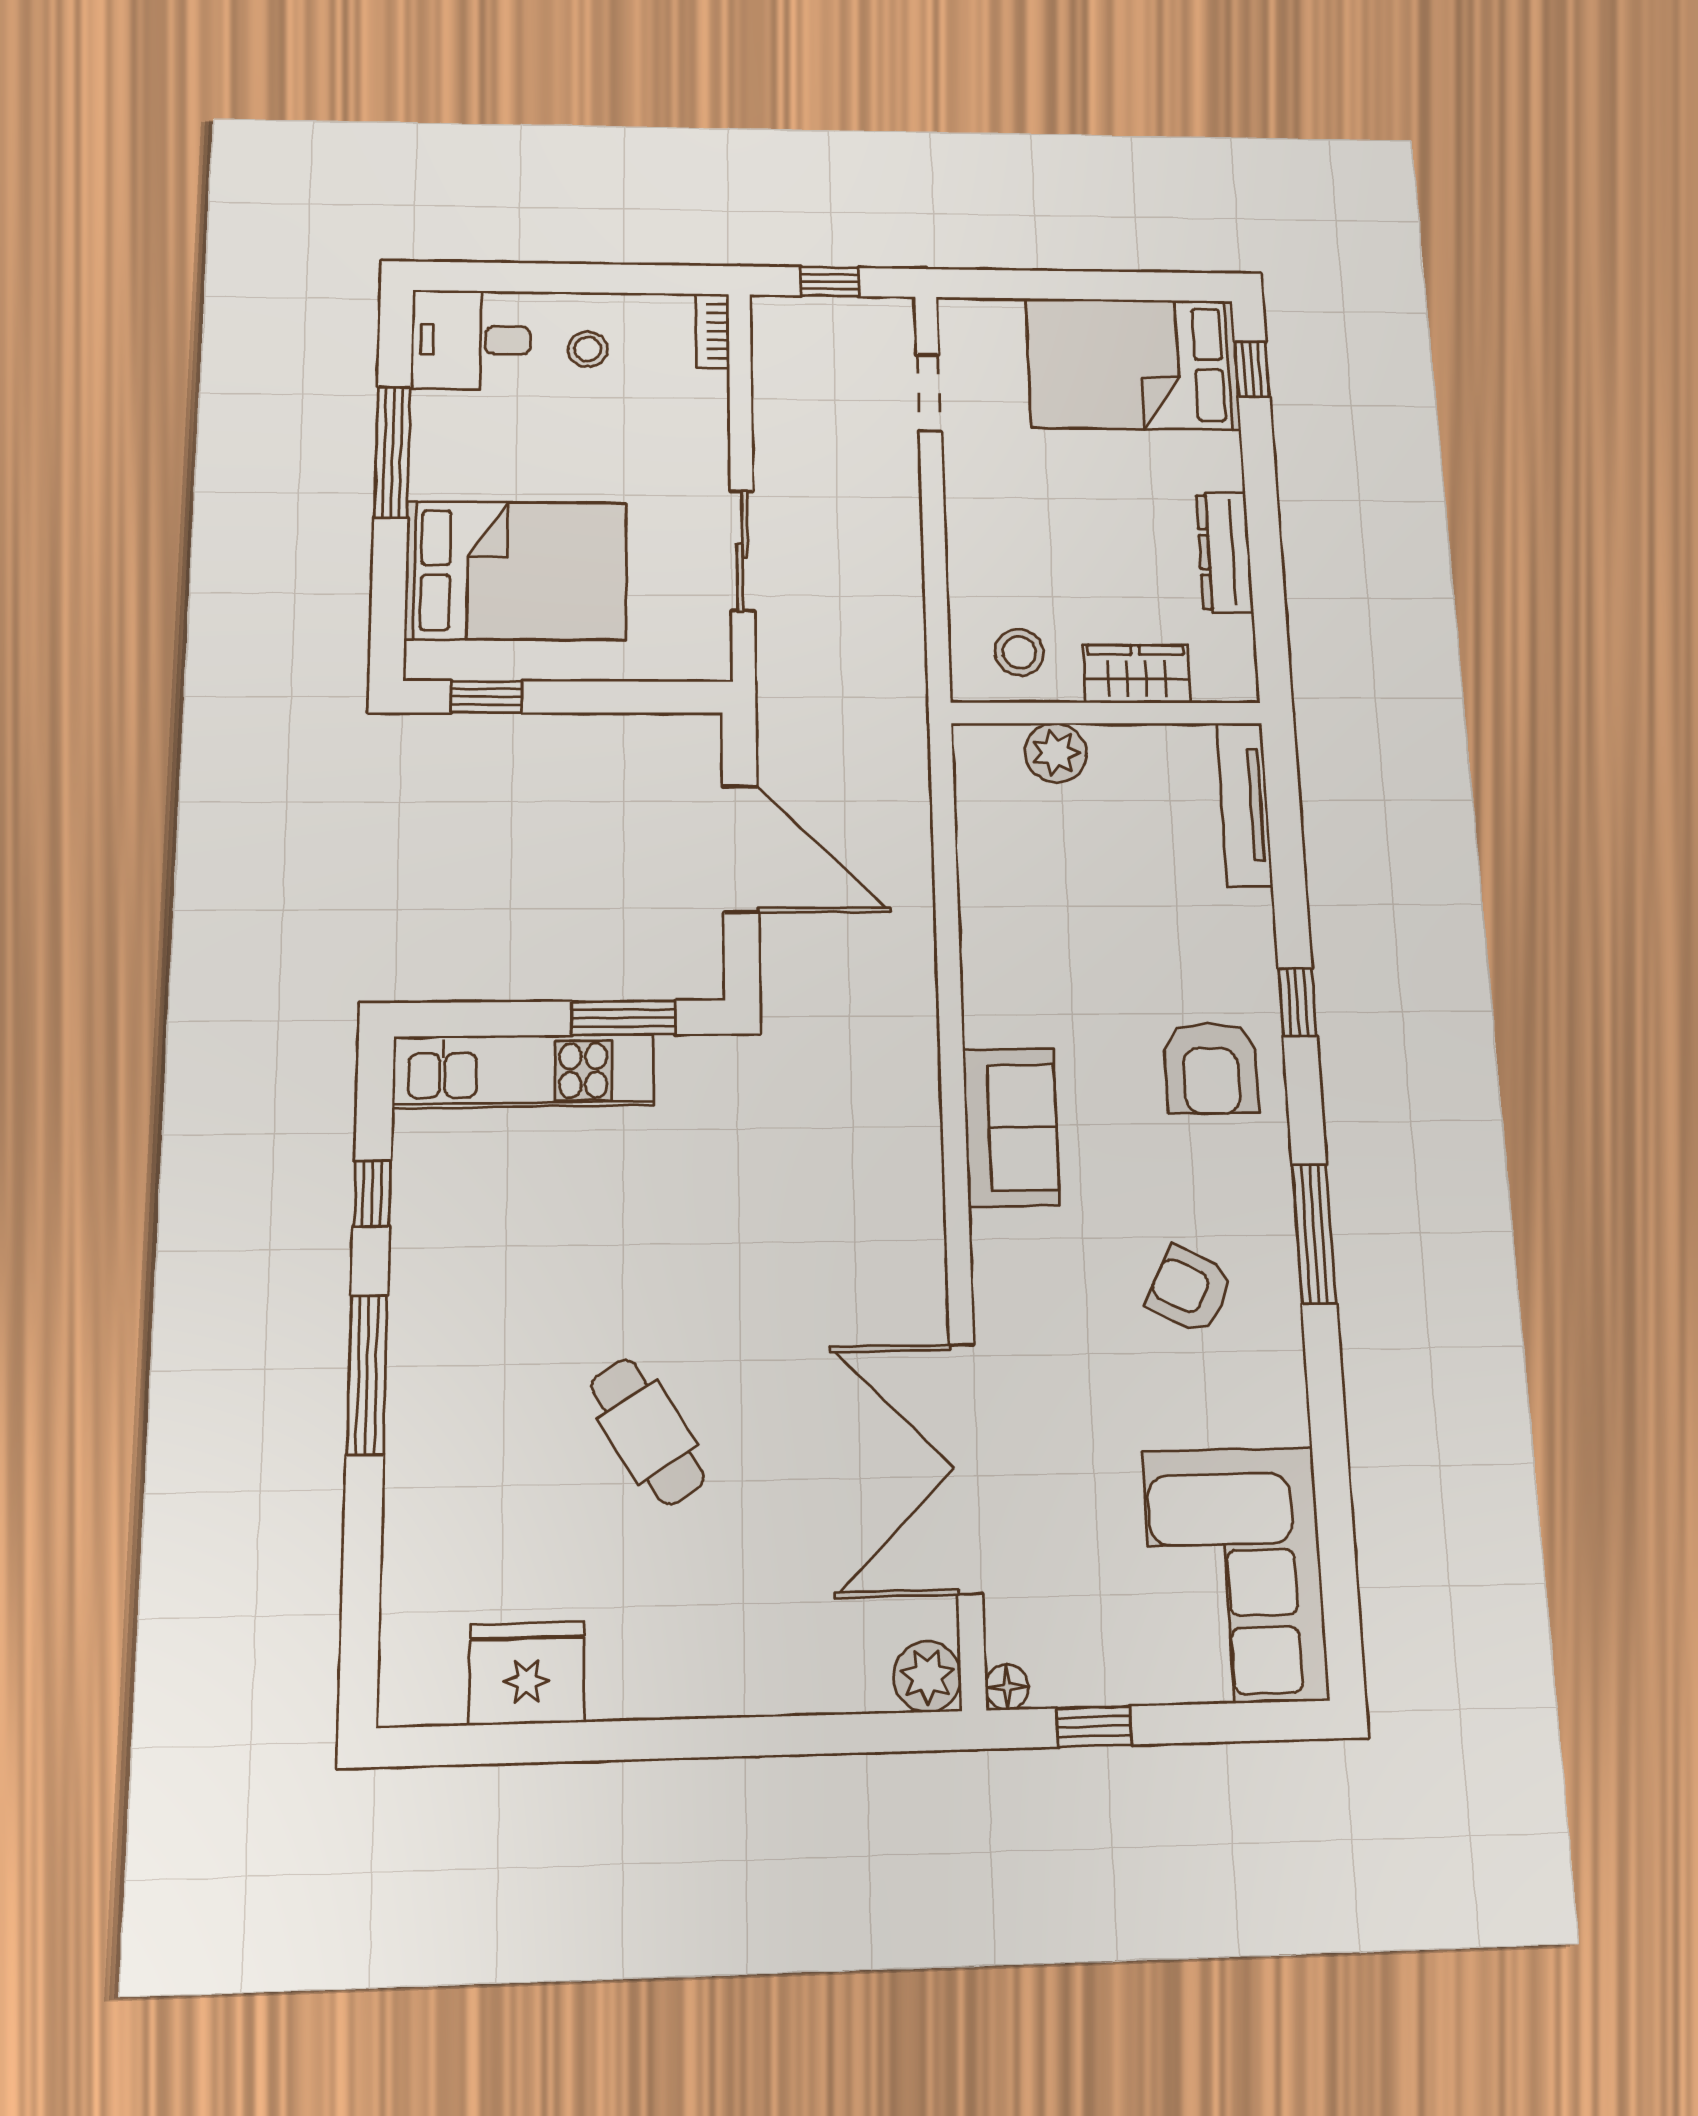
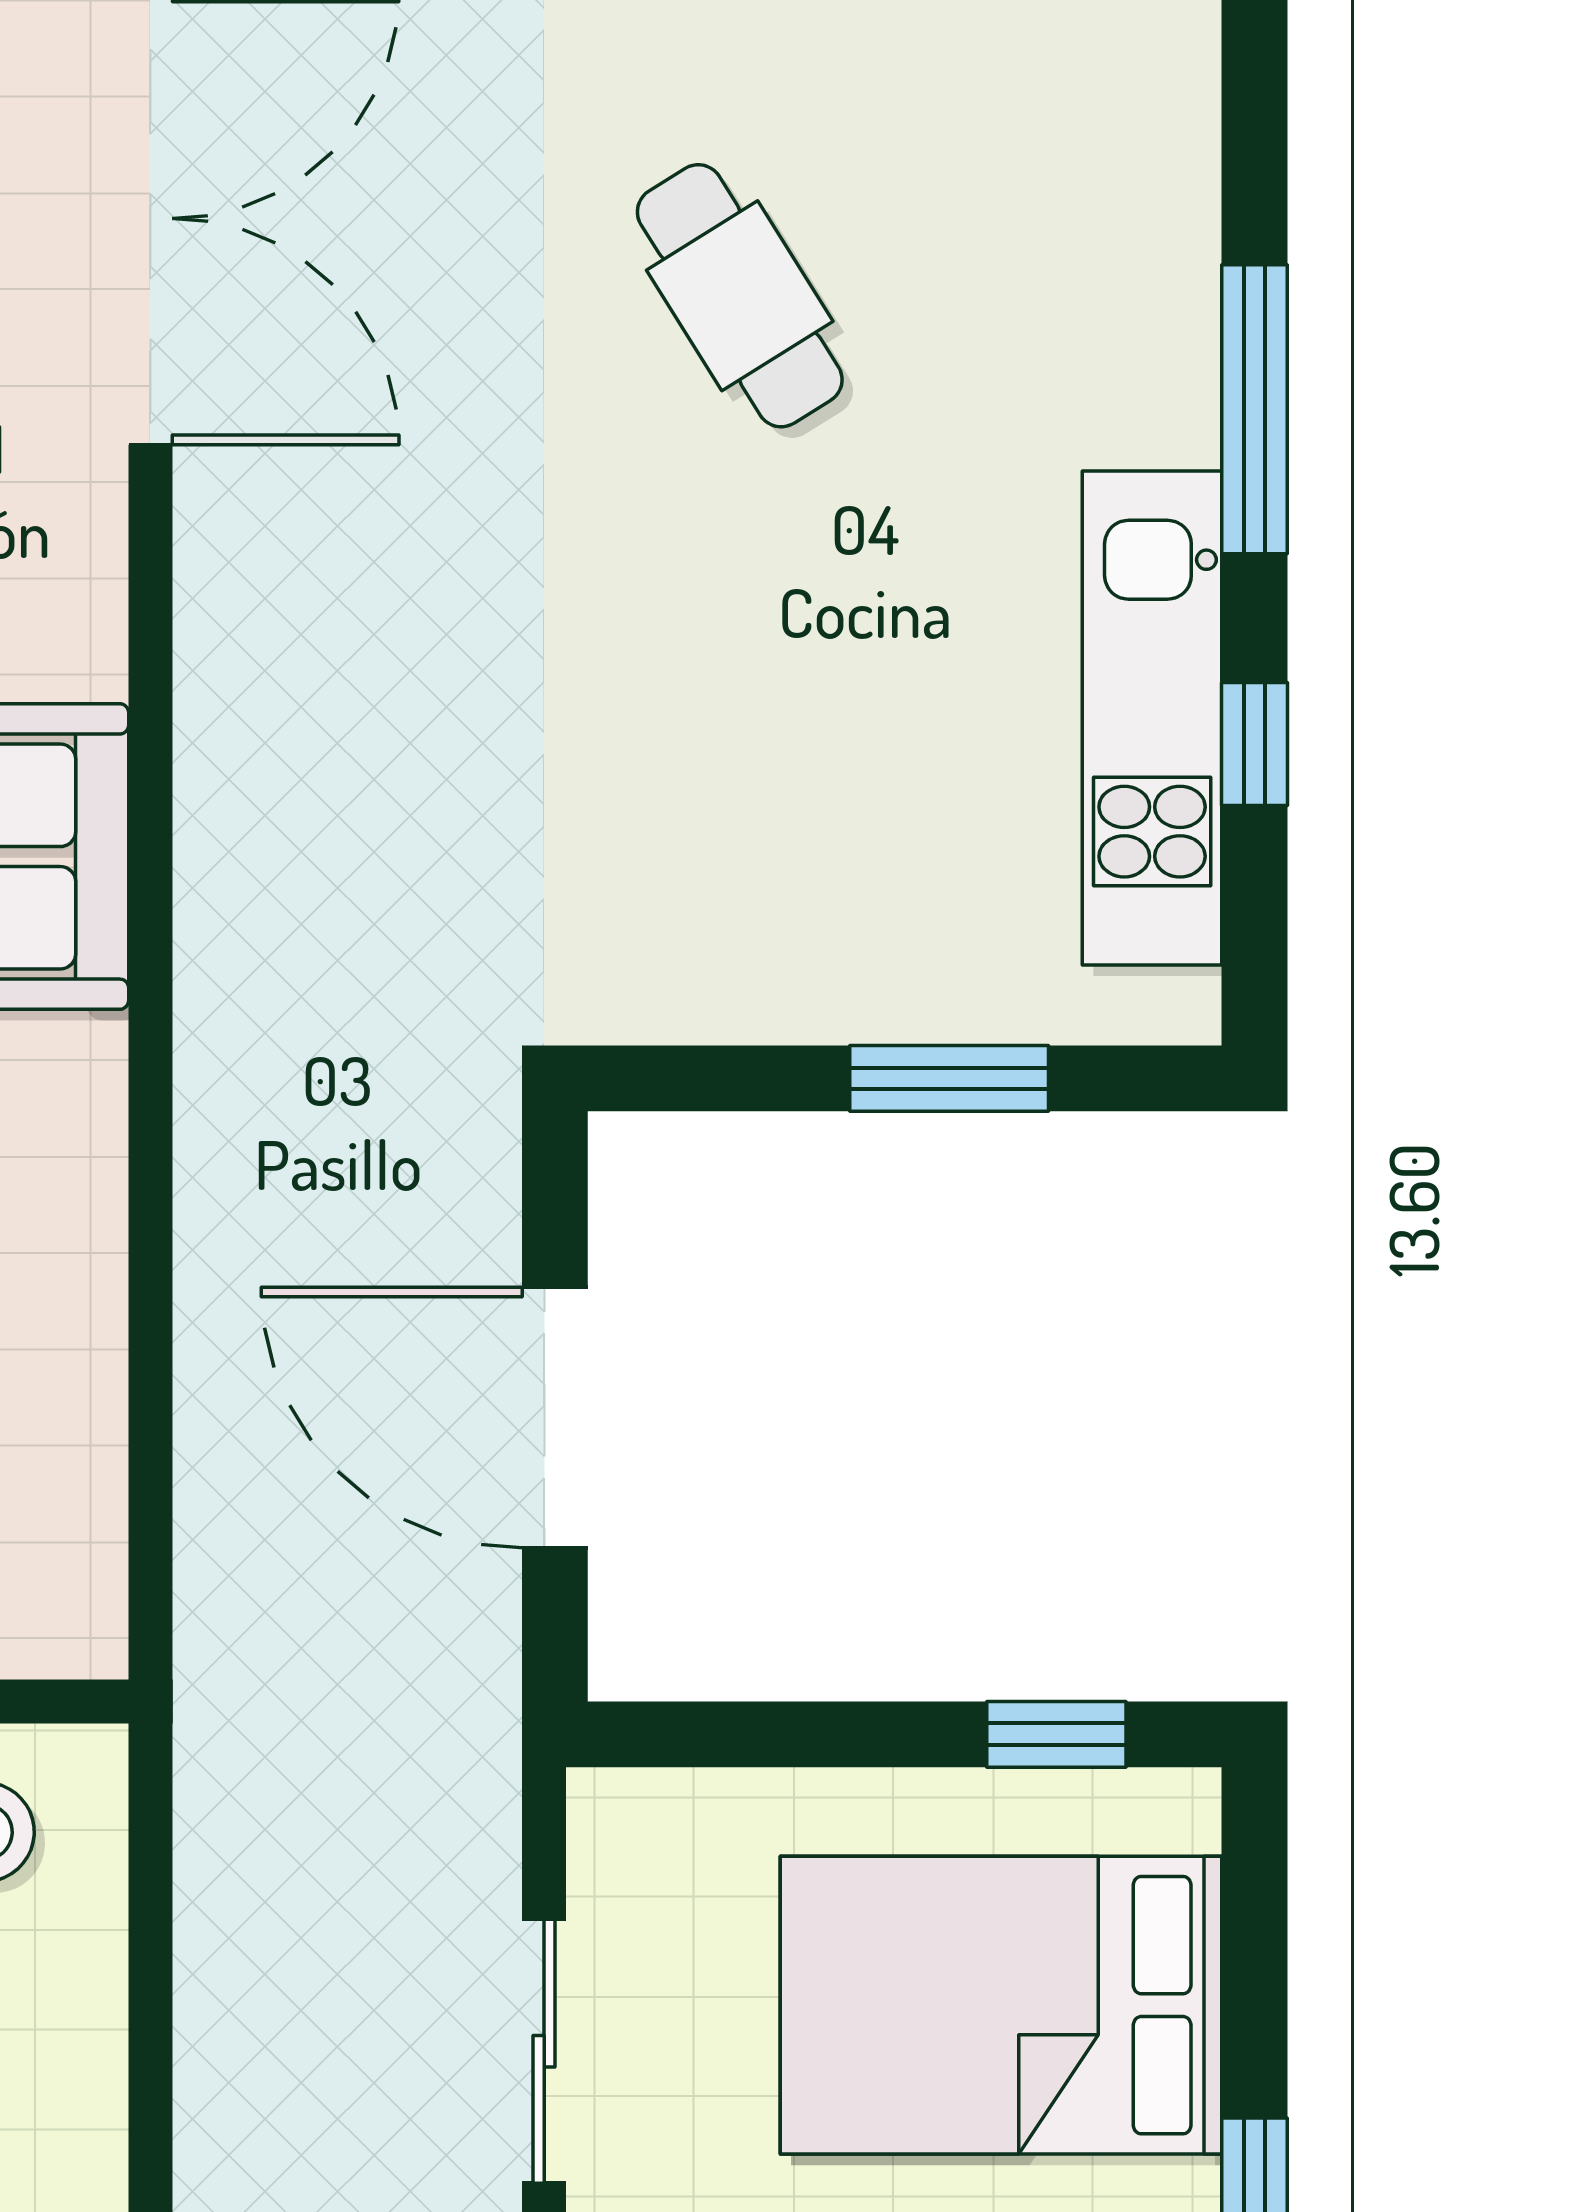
window: (623, 1018) -> (949, 1078), moved
kitchen unit: (523, 1071) -> (1152, 718), moved, turned -90

